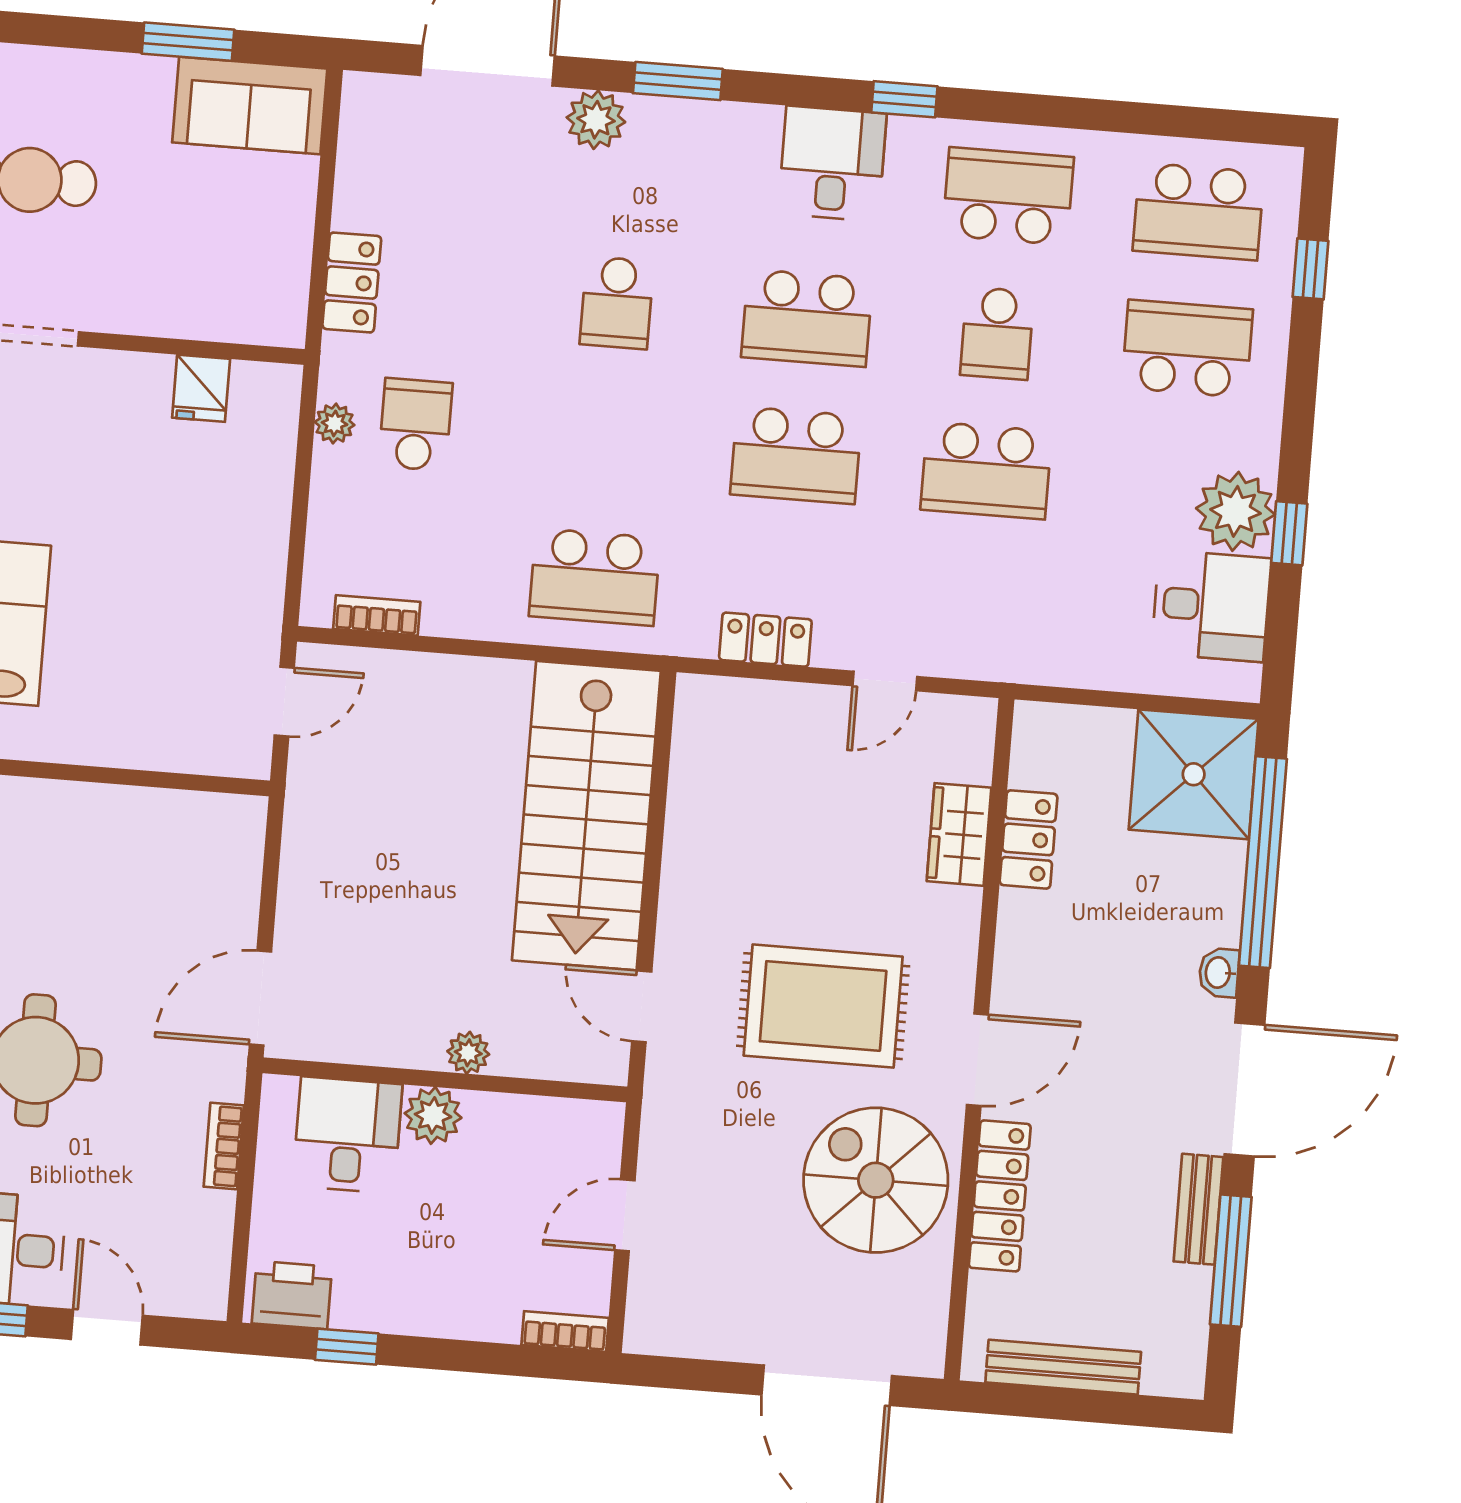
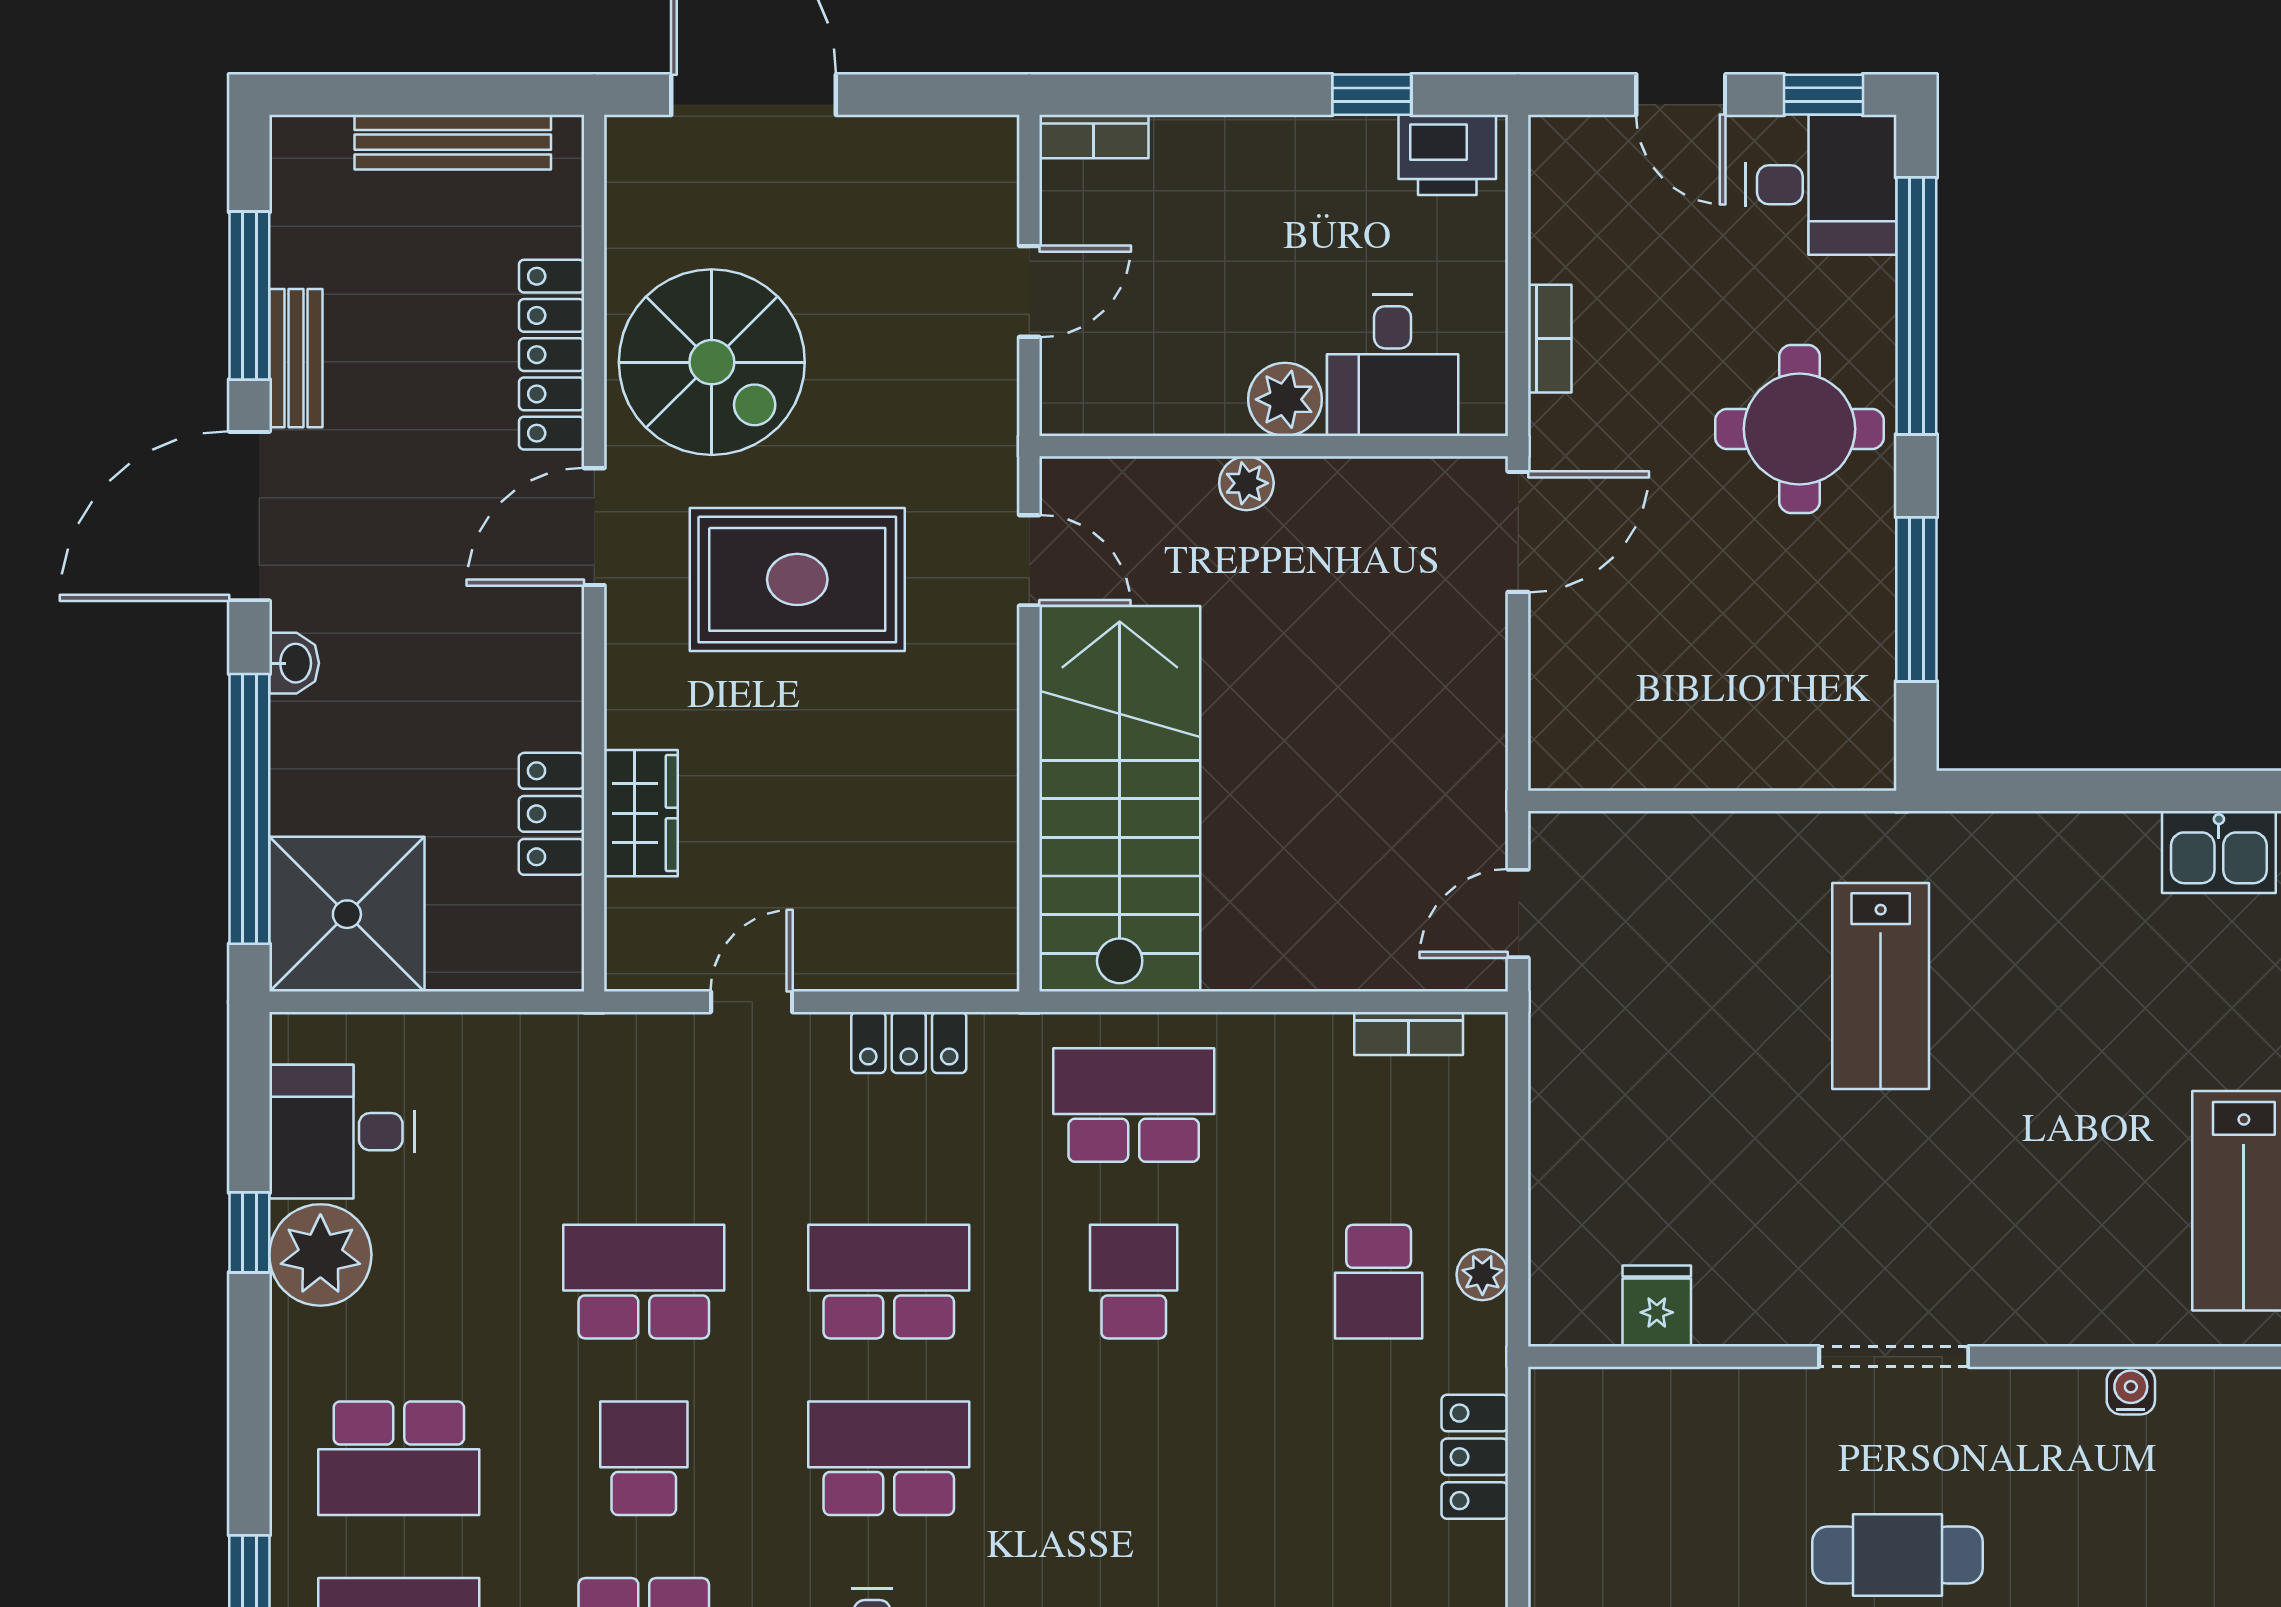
school desk: (617, 303) -> (1134, 1282), moved

